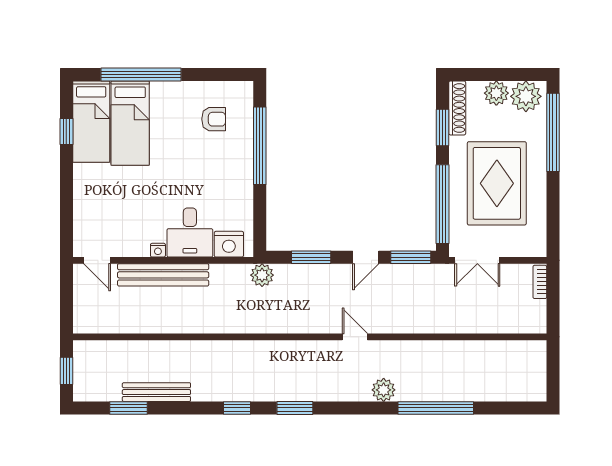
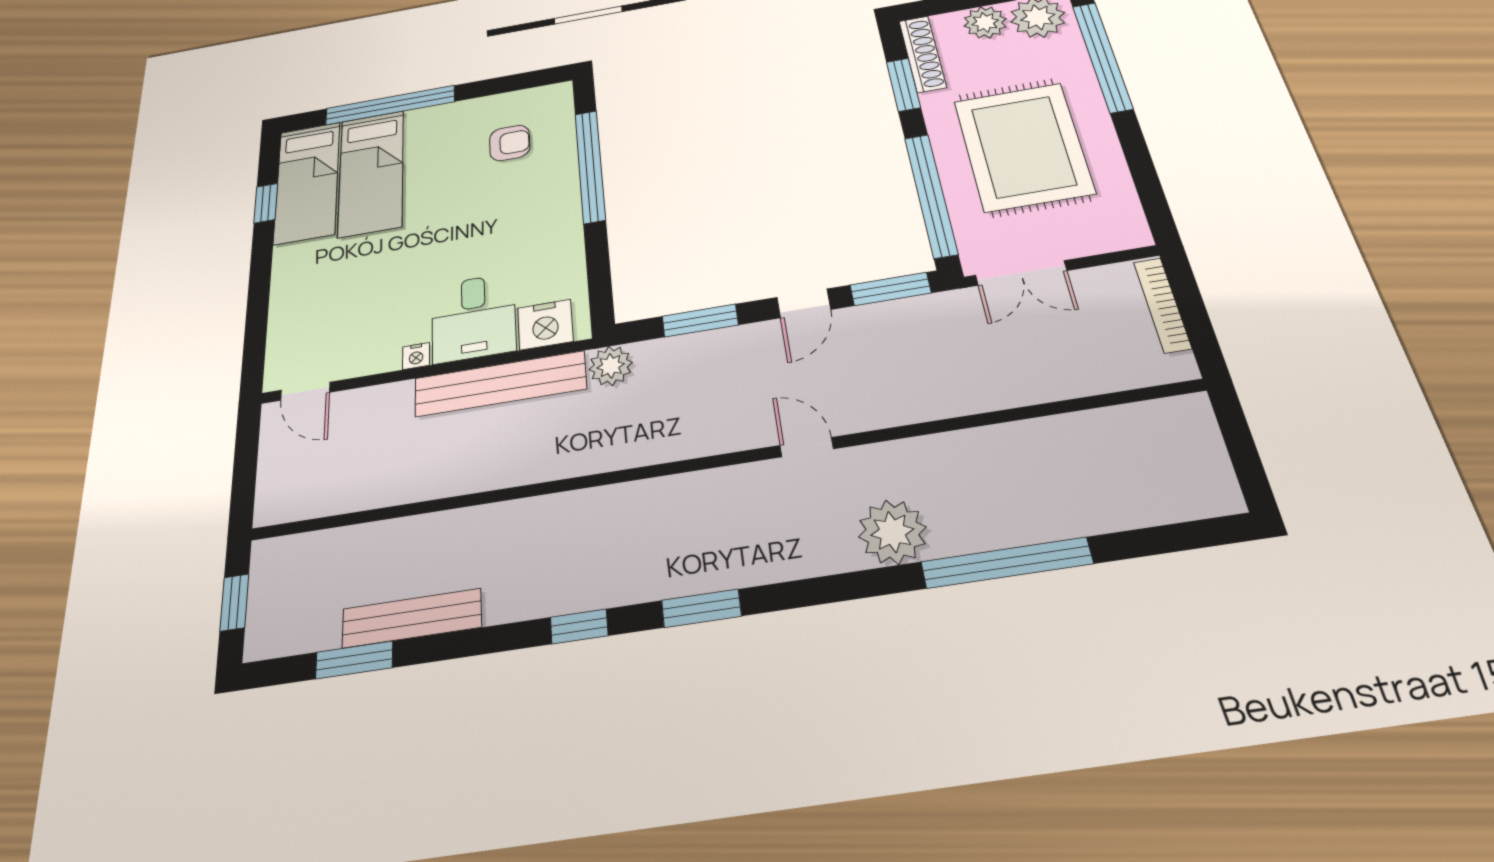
bench: (163, 275) -> (500, 384), moved
bookcase: (540, 282) -> (1162, 305), width x1.56
plant: (384, 390) -> (892, 532), width x1.36, depth x1.36

